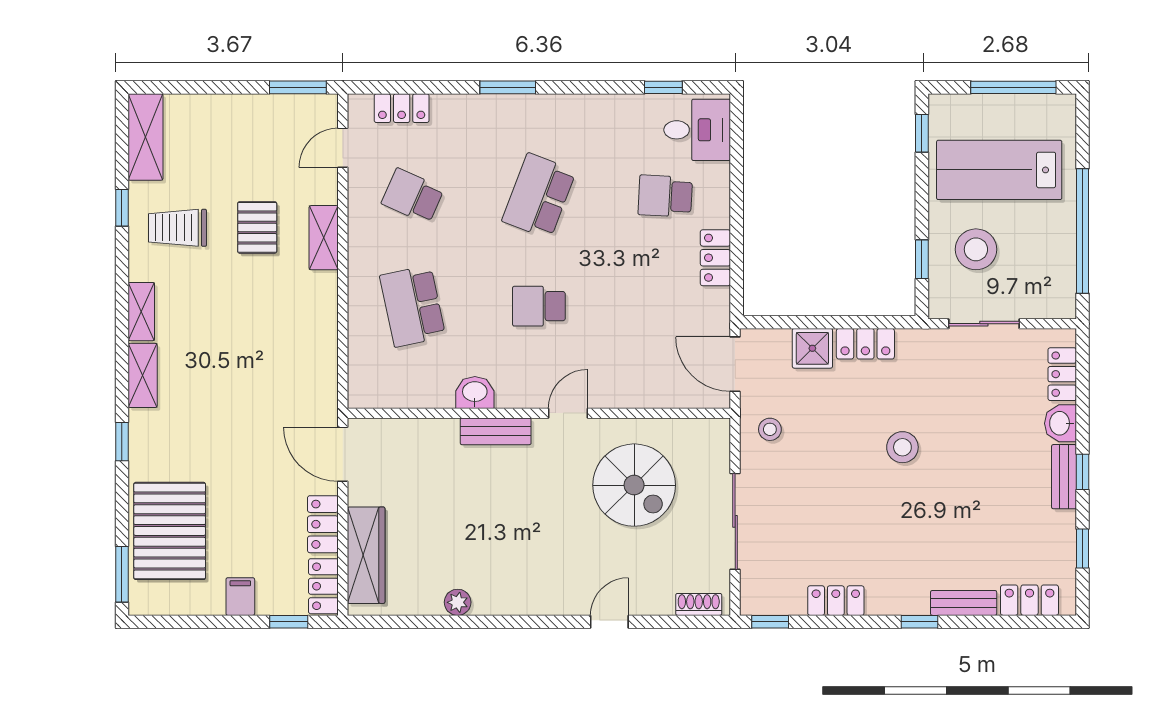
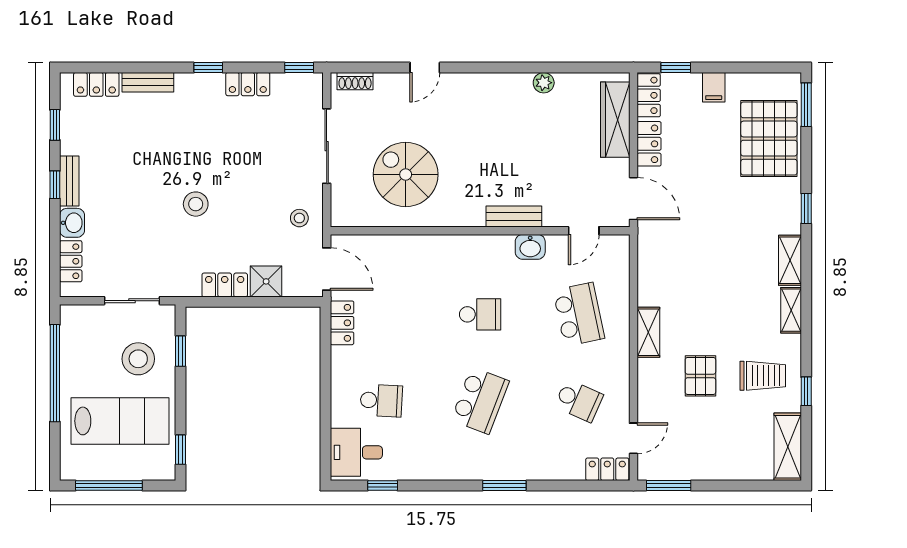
locker: (402, 108) -> (607, 469), moved
shelving: (324, 238) -> (648, 332), moved
locker: (715, 258) -> (342, 323), moved
door: (568, 413) -> (584, 231), moved
window: (919, 622) -> (208, 68), moved

